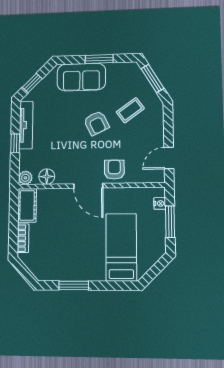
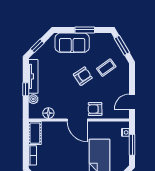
armchair: (96, 123) -> (83, 76), turned -98
armchair: (114, 170) -> (95, 109), turned -91
plant: (25, 178) -> (33, 99), moved

